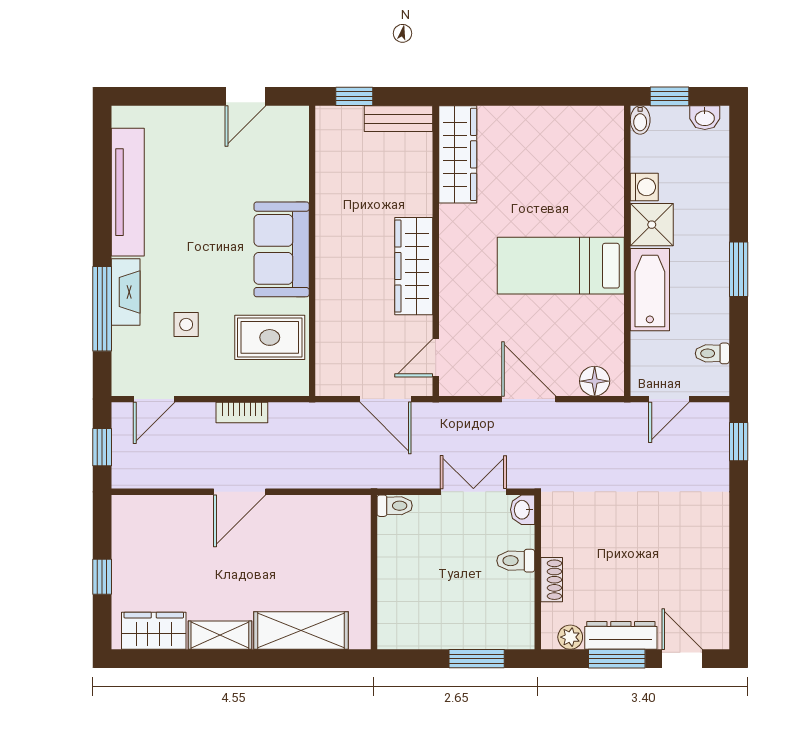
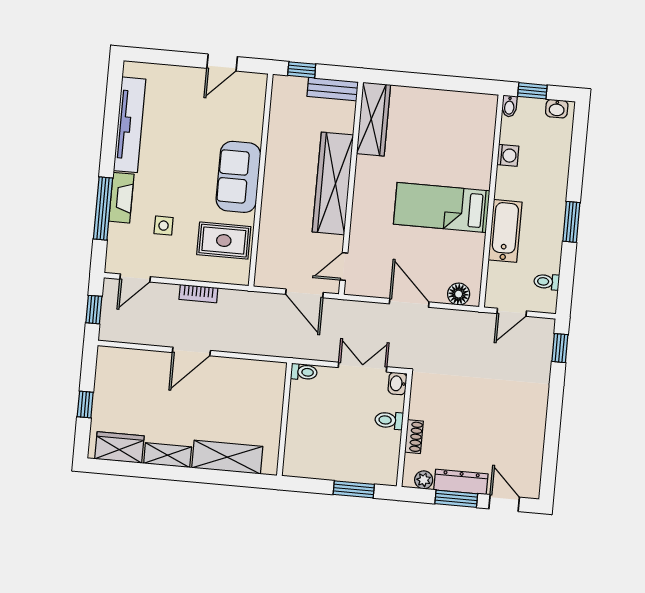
shower: (652, 225) -> (511, 183), removed
wardrobe: (414, 266) -> (333, 183), width x1.40, depth x1.17

